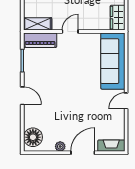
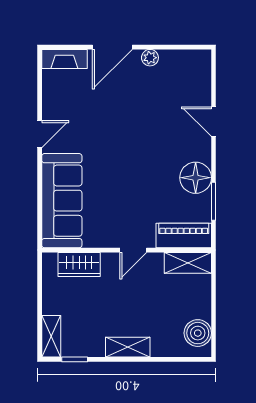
wardrobe: (118, 18) -> (79, 264), moved, turned 90
door: (22, 96) -> (214, 122), moved
floor lamp: (33, 137) -> (196, 178), moved

